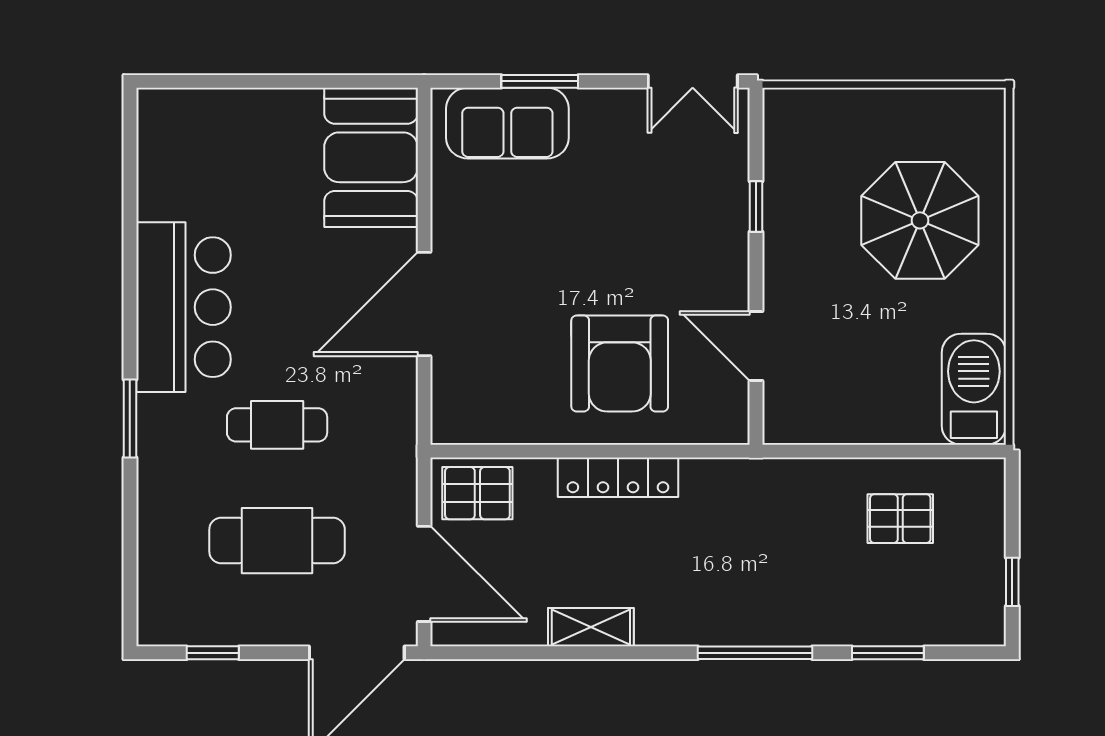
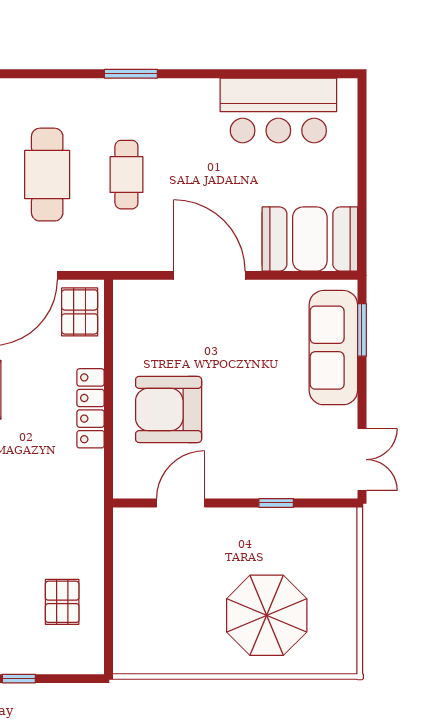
window: (540, 81) -> (362, 330), moved
double door: (693, 81) -> (362, 460), swing flipped
sofa: (507, 123) -> (333, 348), width x1.36
bar counter: (184, 307) -> (278, 110), moved
barbecue: (974, 389) -> (151, 652), removed

